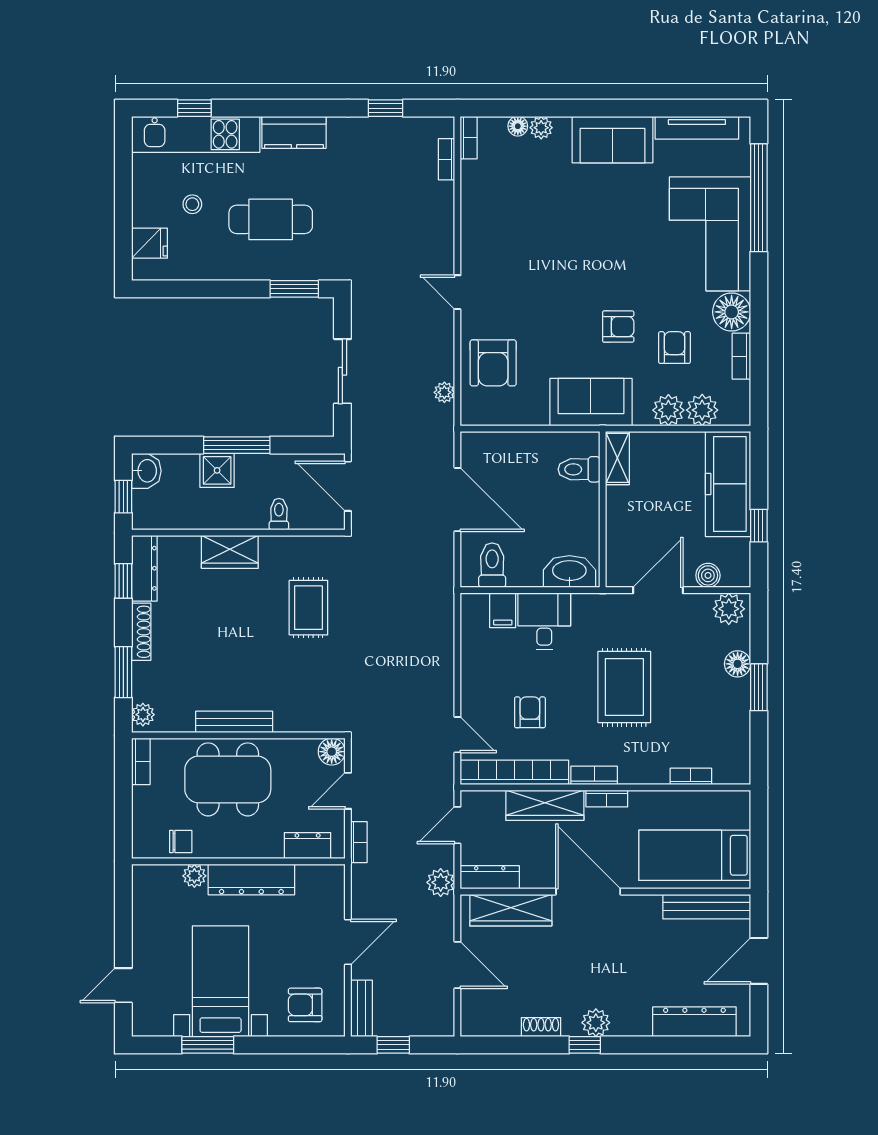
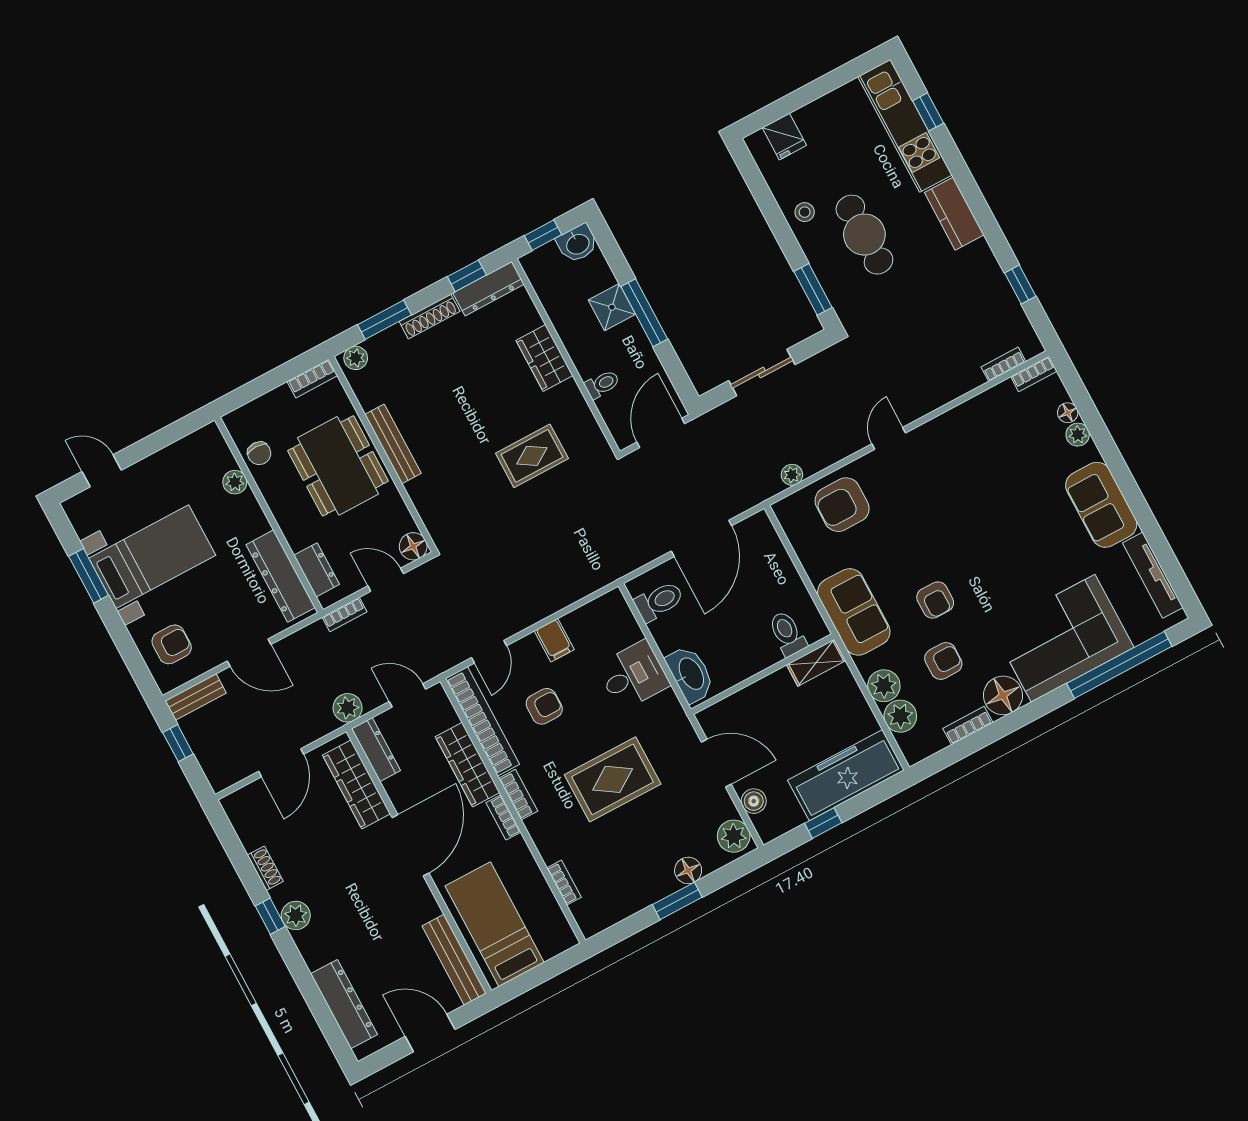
stool: (192, 204) -> (805, 212), moved
filing cabinet: (503, 610) -> (554, 640), moved, turned -90
dresser: (251, 880) -> (281, 576), moved
armchair: (305, 1005) -> (172, 644), turned 90

